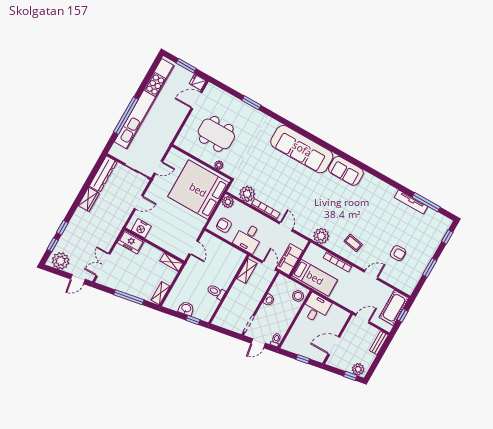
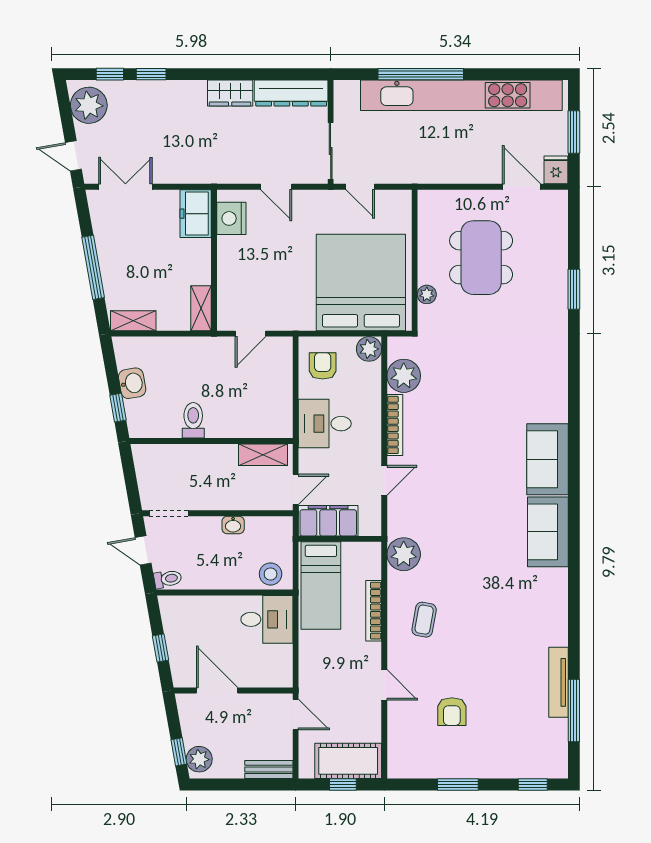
sofa: (302, 149) -> (547, 459), width x0.54, depth x0.79

